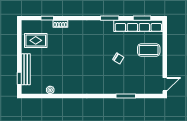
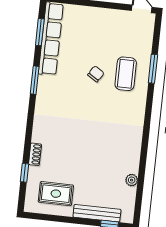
rug: (36, 40) -> (56, 194), turned 90
coffee table: (149, 50) -> (126, 74), moved

